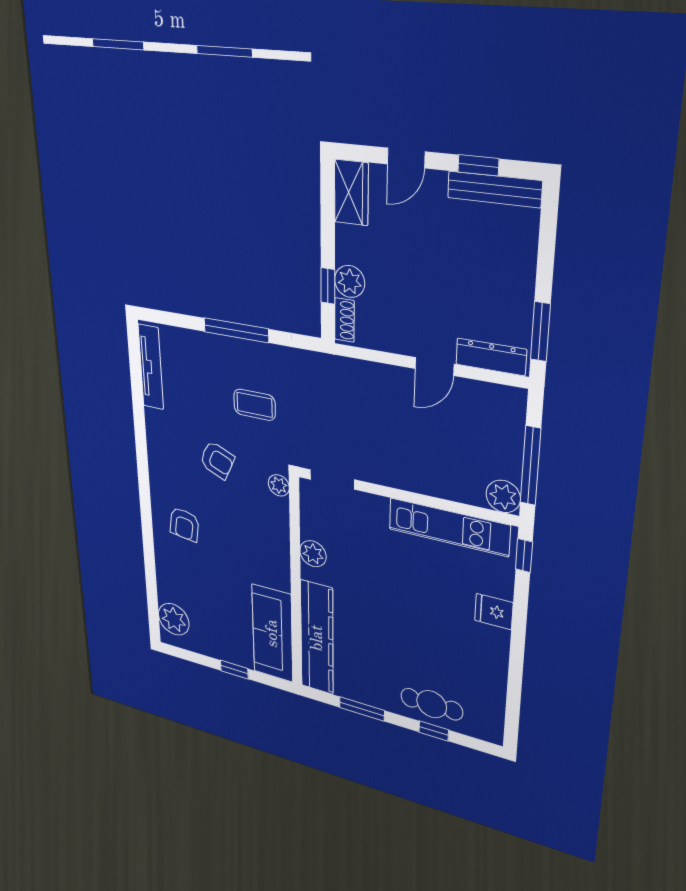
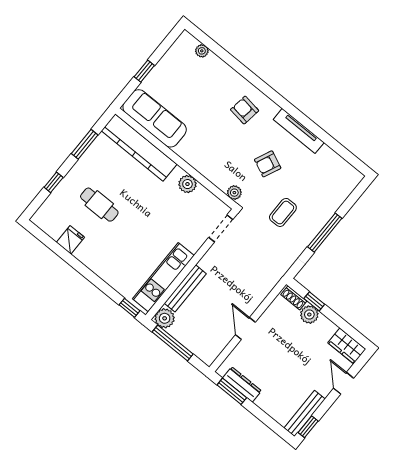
window: (478, 165) -> (308, 427), moved
dresser: (491, 357) -> (242, 384), moved, turned -90
tv unit: (151, 367) -> (299, 131), moved
bench: (442, 488) -> (185, 288), added
fridge: (494, 612) -> (70, 240), moved
plant: (174, 619) -> (202, 51), width x0.53, depth x0.53
cafe table: (432, 704) -> (99, 205), moved, turned 90

